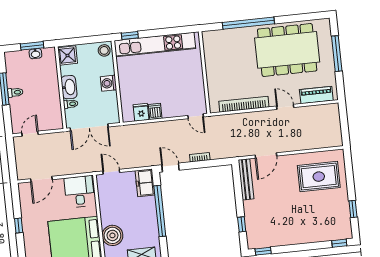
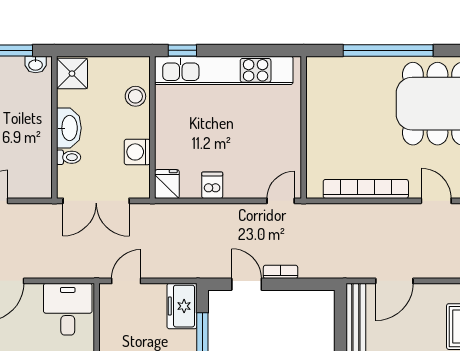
stool: (104, 50) -> (135, 96), moved
washbasin: (35, 54) -> (36, 65), moved
washing machine: (108, 83) -> (137, 152), moved
fridge: (141, 112) -> (167, 184), moved
door: (196, 116) -> (281, 201), swing flipped
door: (171, 168) -> (247, 284), moved
door: (111, 172) -> (126, 281), hinge flipped

